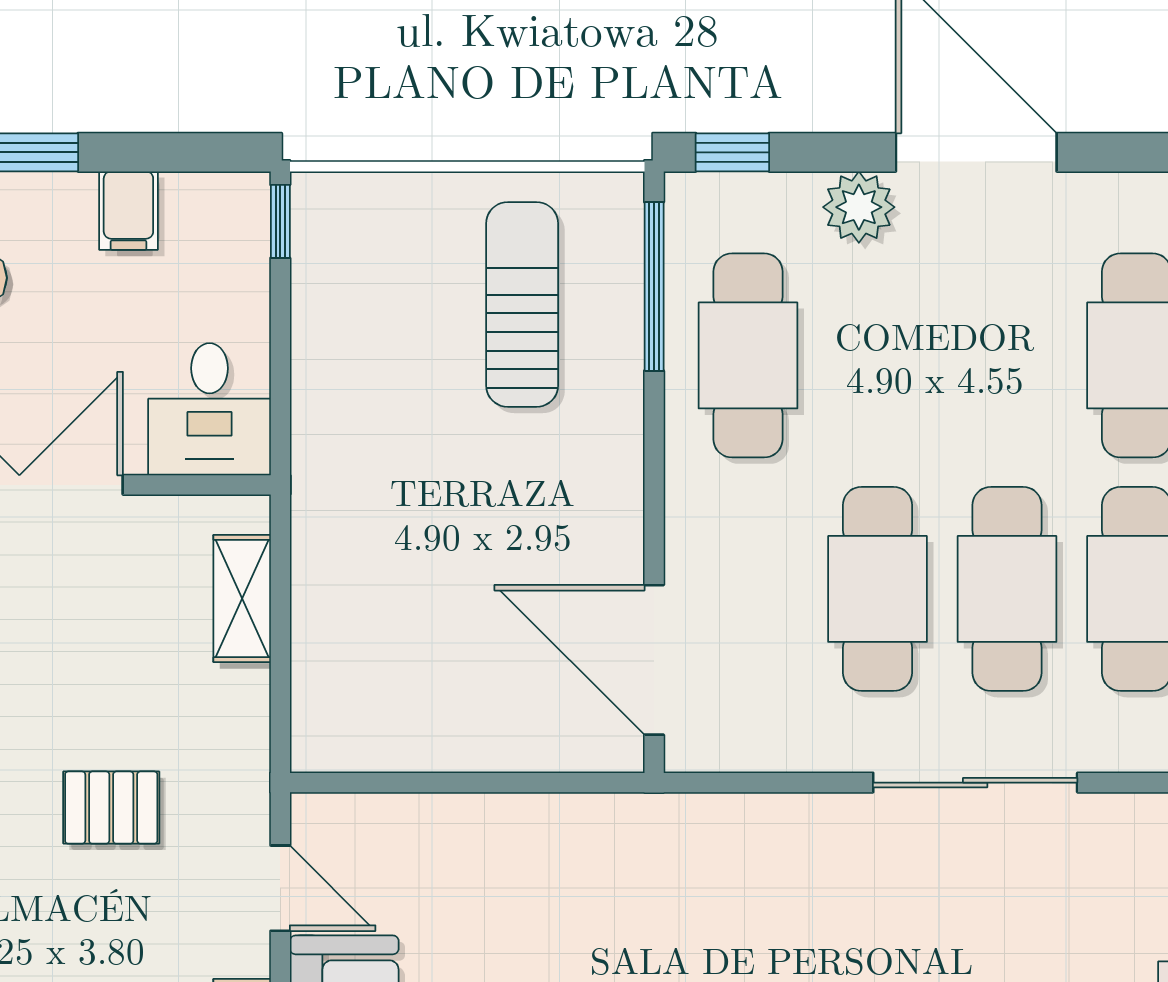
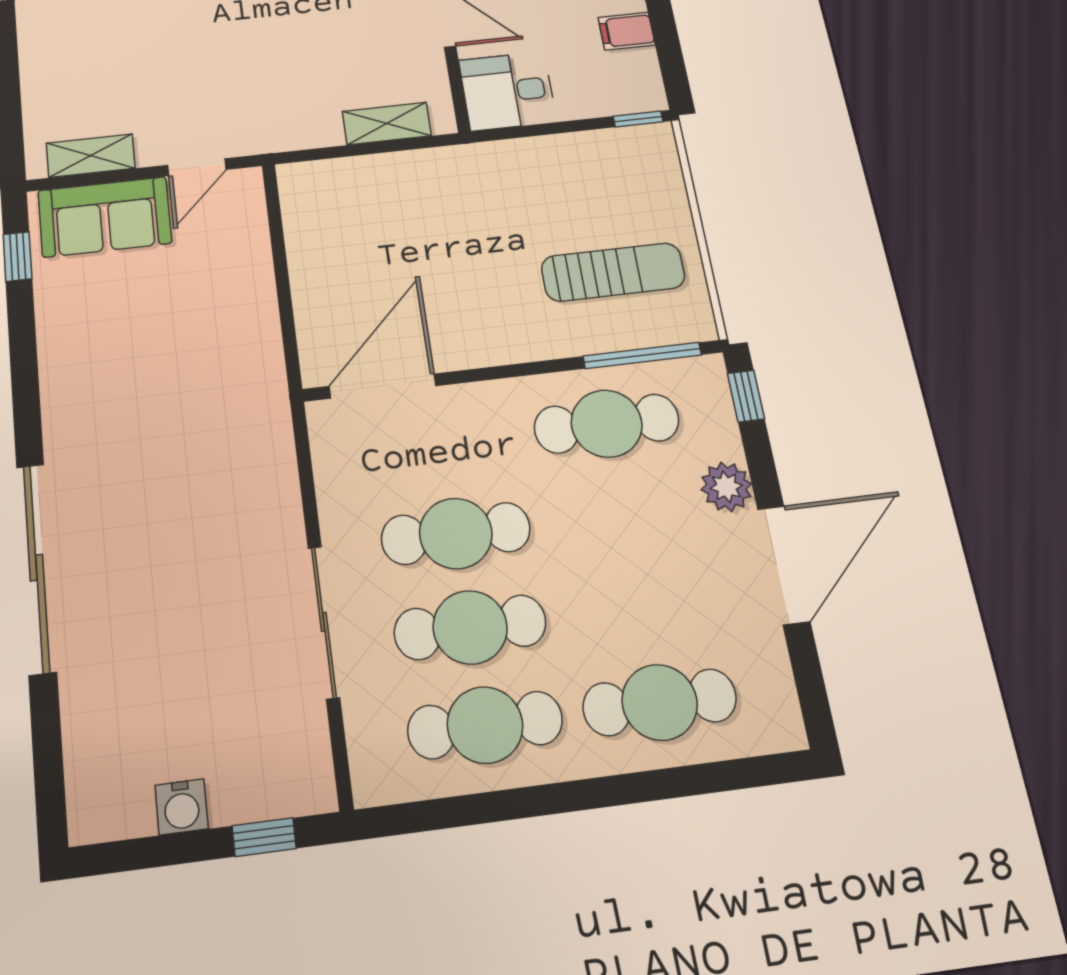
pallet: (111, 808) -> (239, 62), removed

